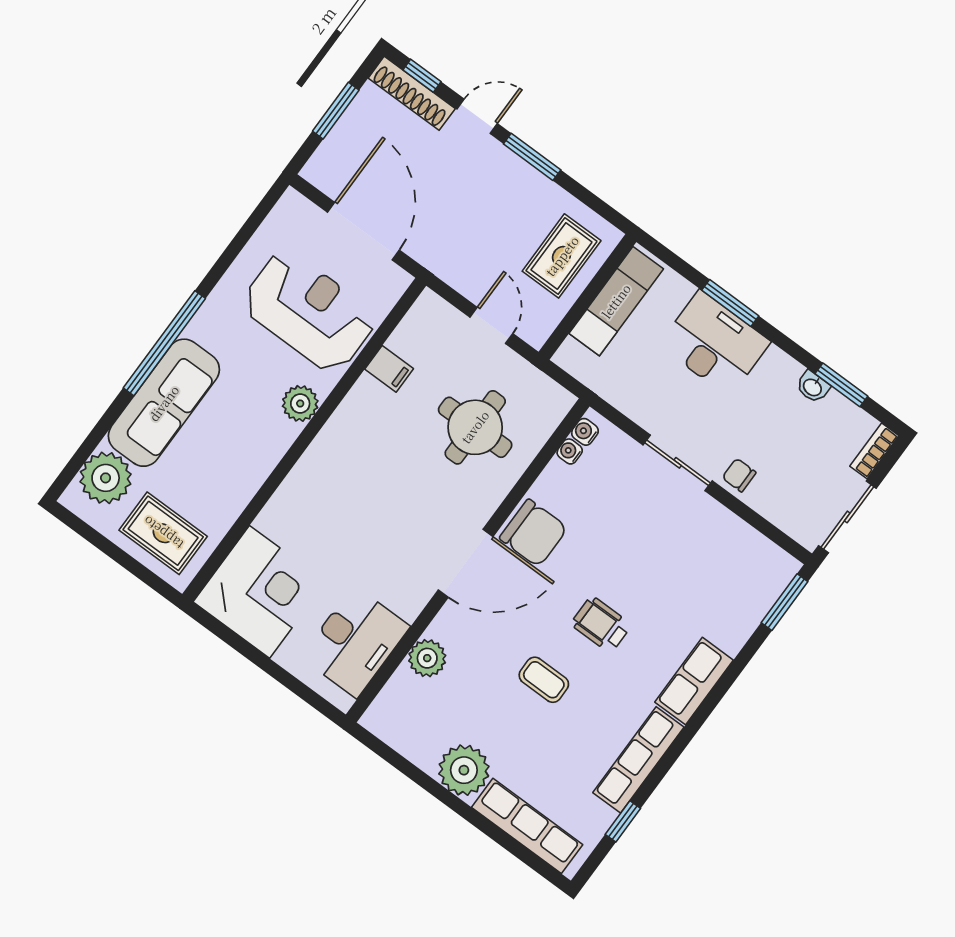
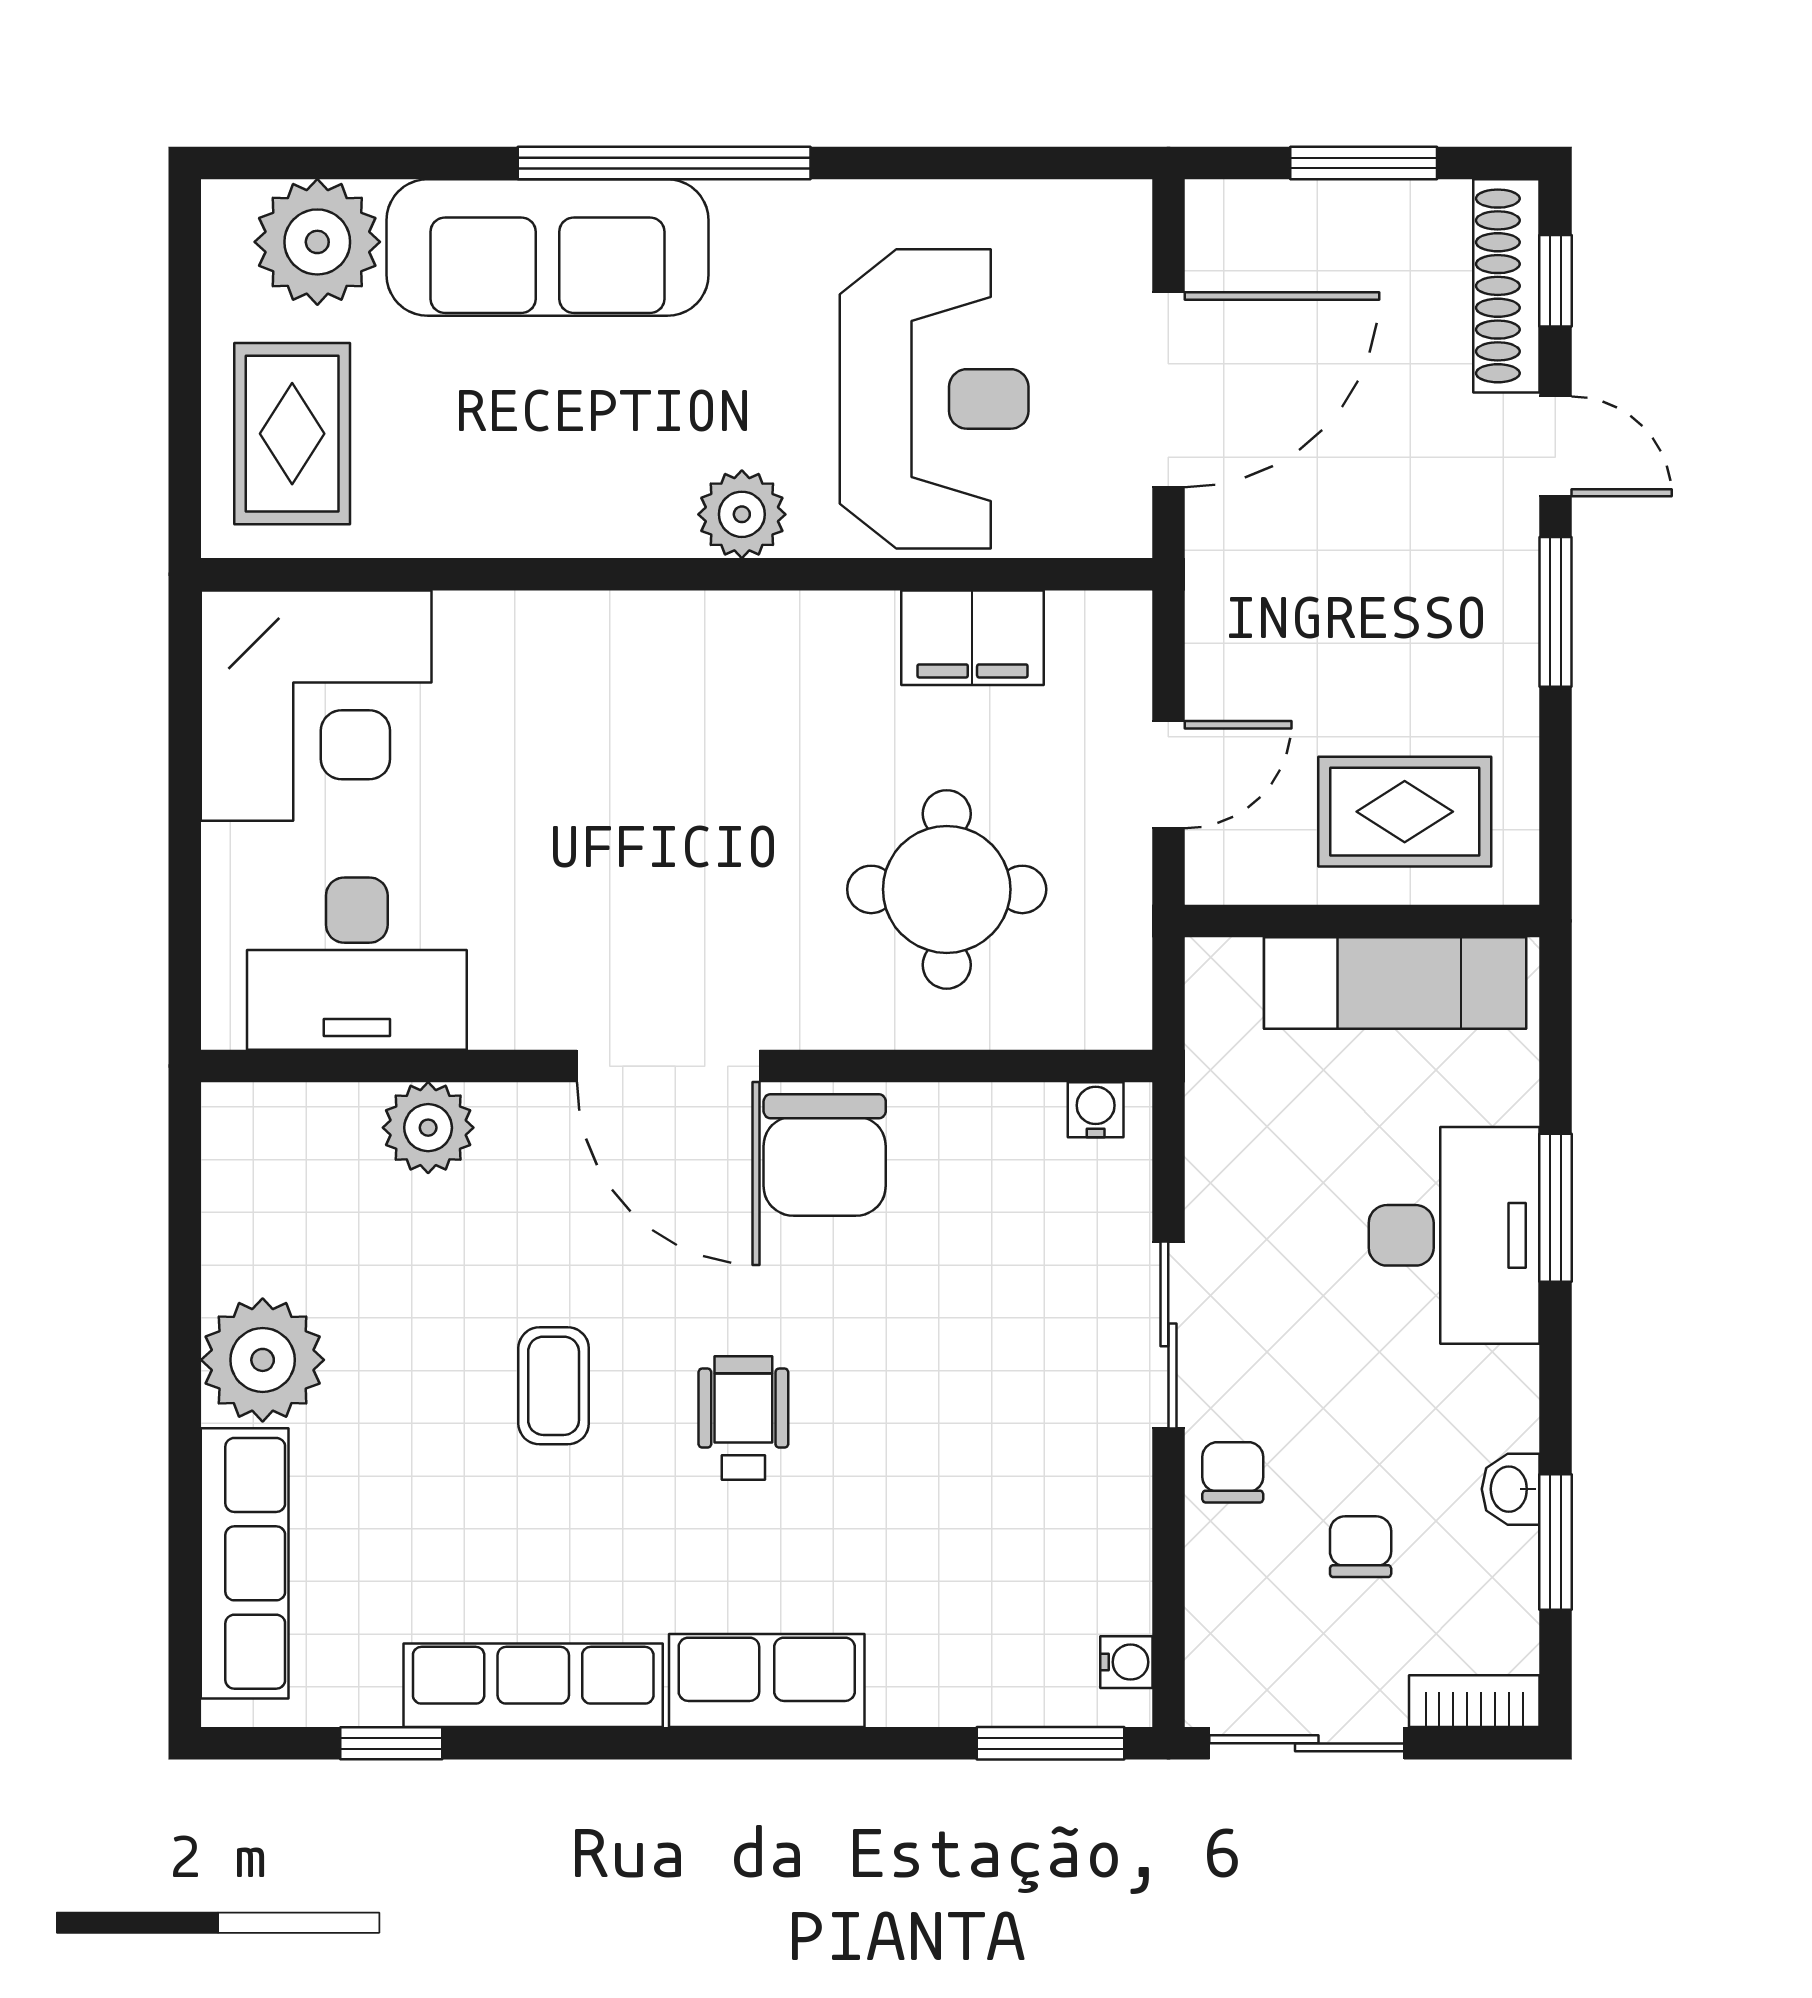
filing cabinet: (389, 369) -> (972, 638), width x2.00
water cooler: (570, 451) -> (1126, 1662), moved, turned 90
chair: (795, 451) -> (1361, 1547), added

